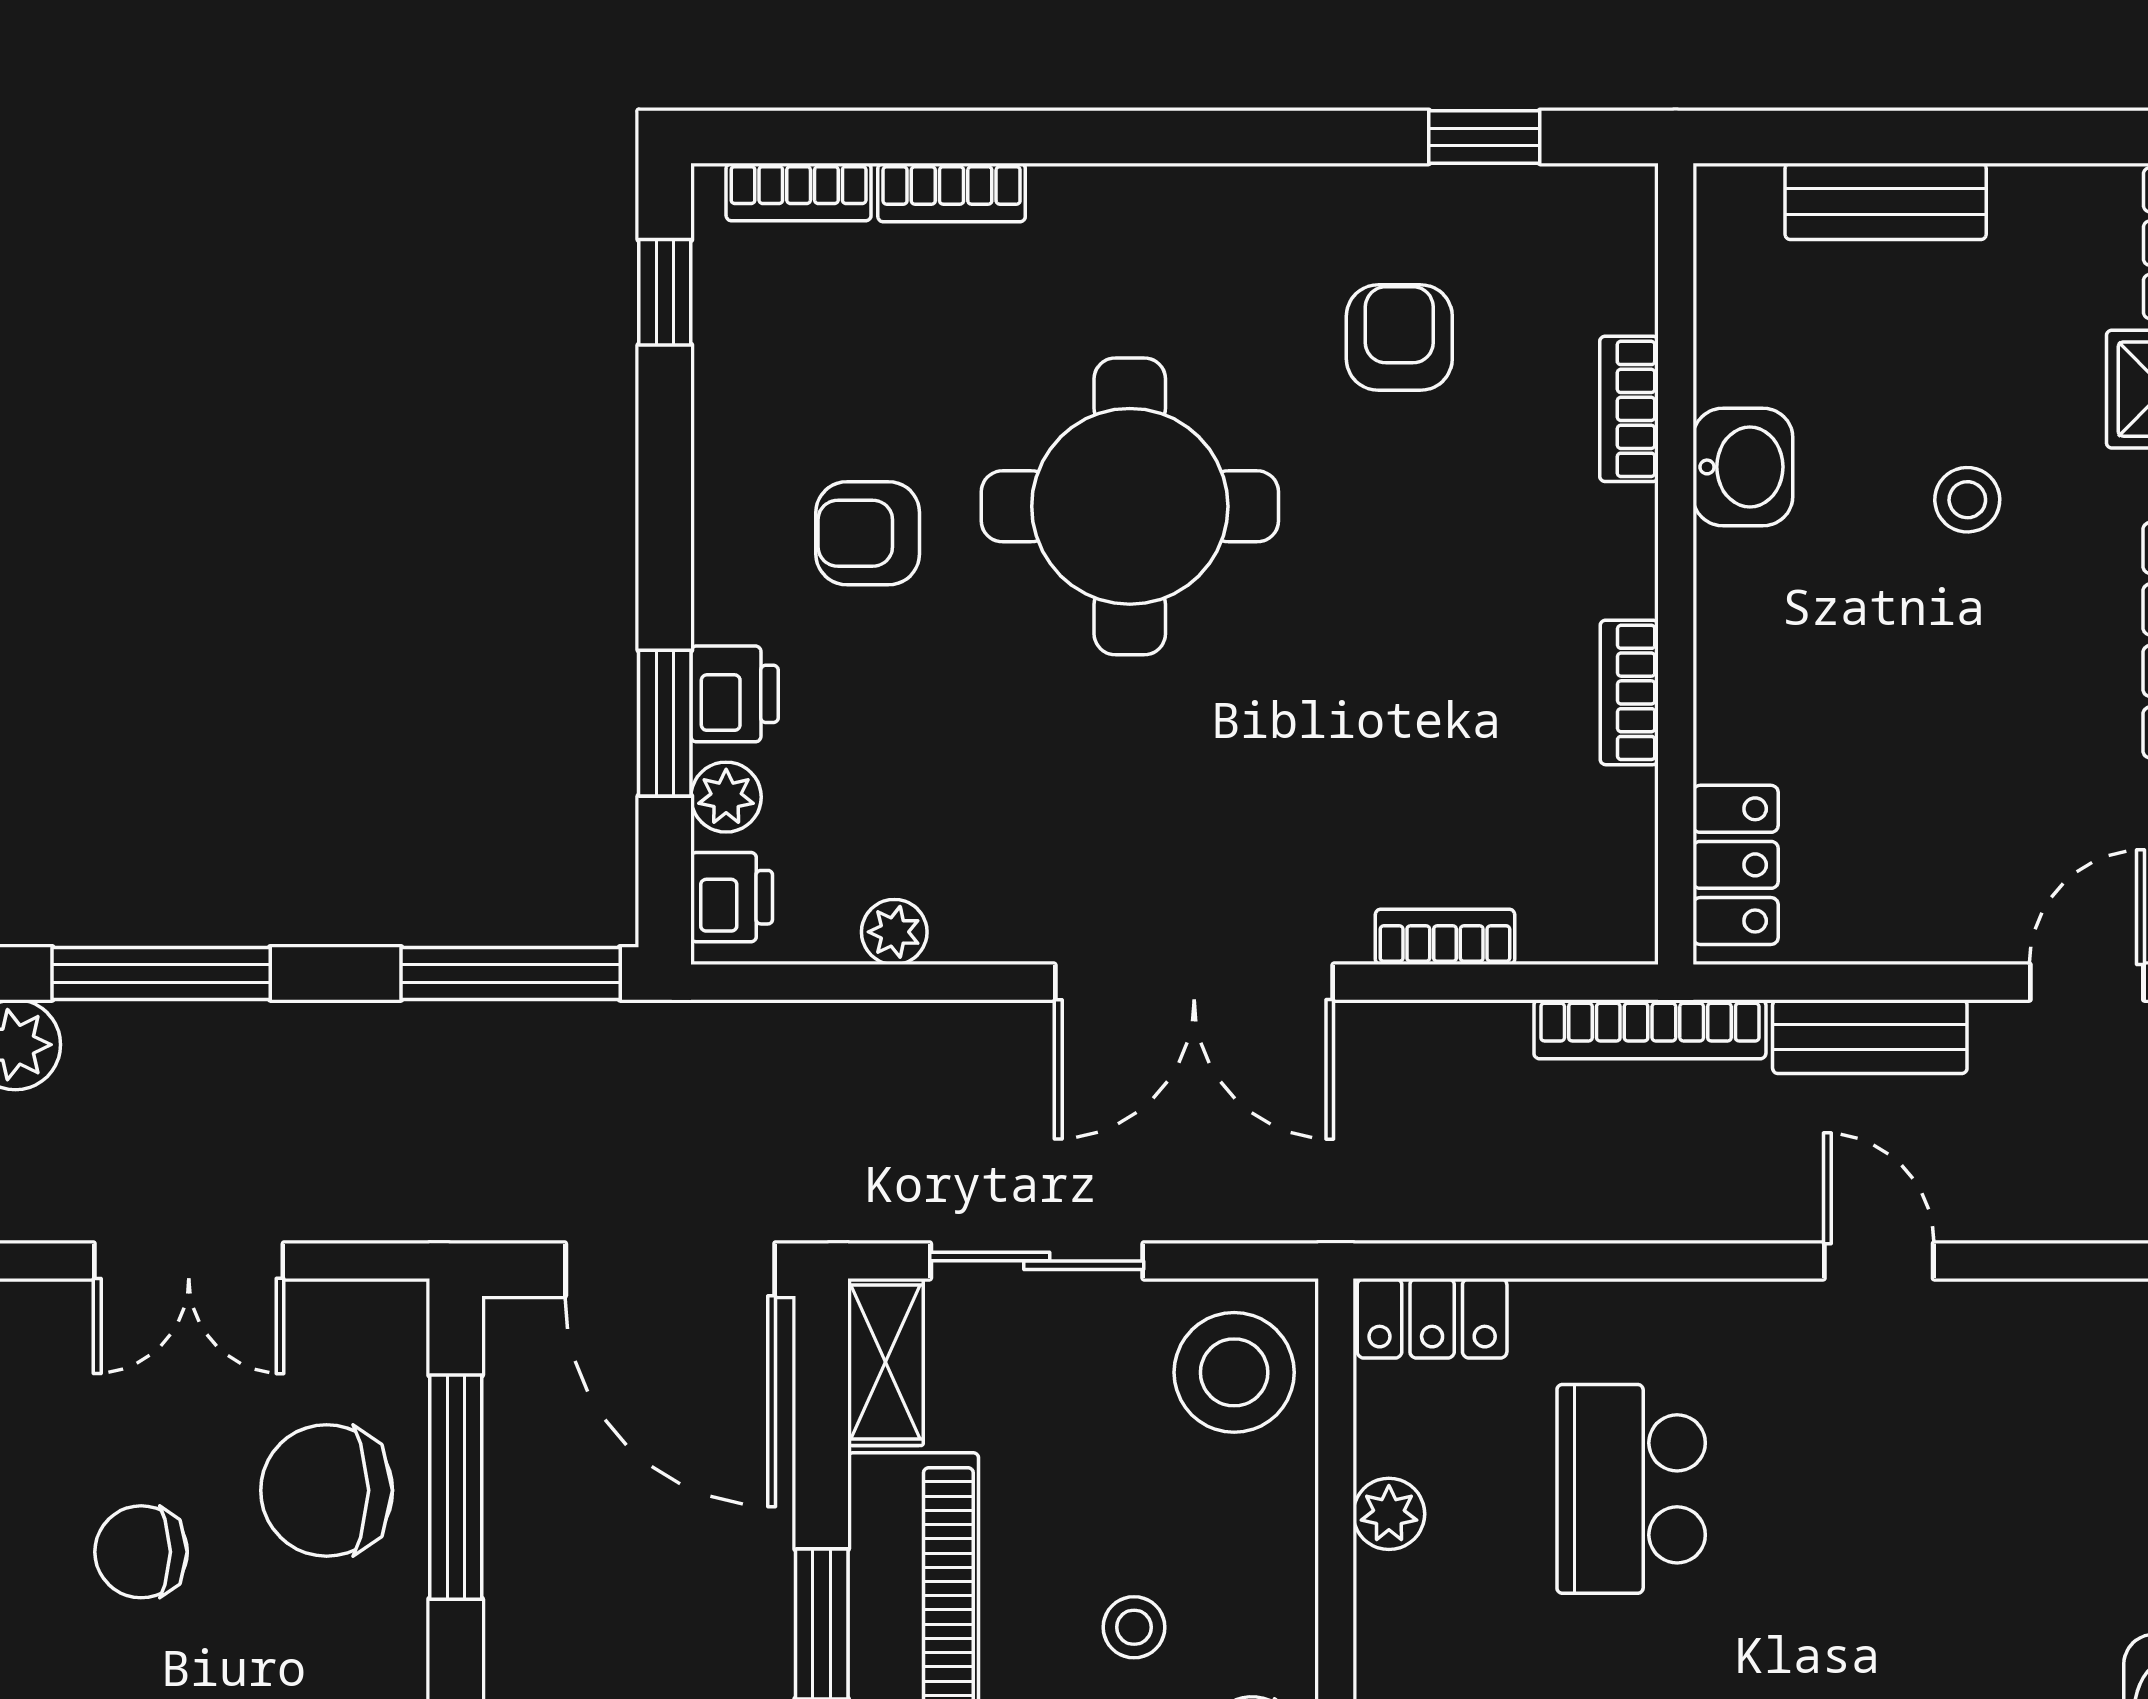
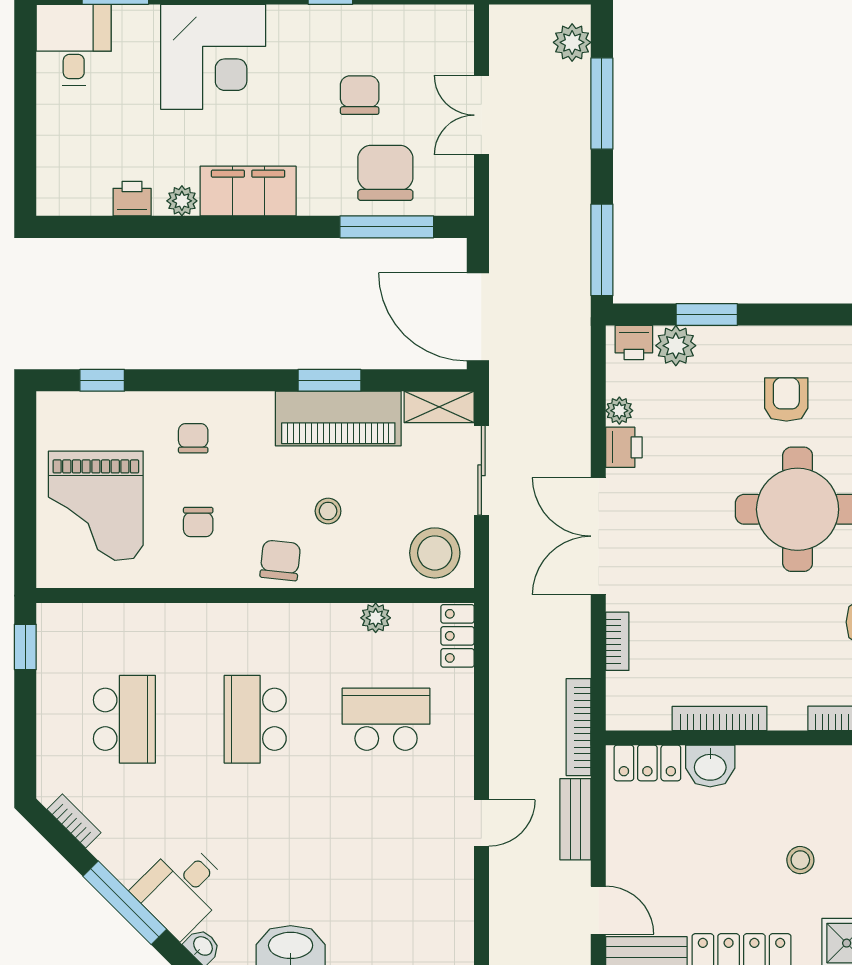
washbasin: (1743, 467) -> (710, 766), moved
bookcase: (1629, 692) -> (720, 718), width x1.56
printer: (735, 694) -> (624, 447), moved, turned -90
plant: (726, 797) -> (676, 346), width x1.38, depth x1.38
door: (670, 1270) -> (478, 317), hinge flipped

